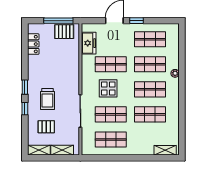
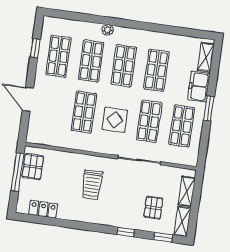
window: (136, 21) -> (35, 48), moved
freezer: (89, 43) -> (199, 87), moved, turned -90
window: (25, 87) -> (163, 237), moved
trolley: (47, 99) -> (92, 185), moved, turned 90
window: (127, 158) -> (209, 109), added

